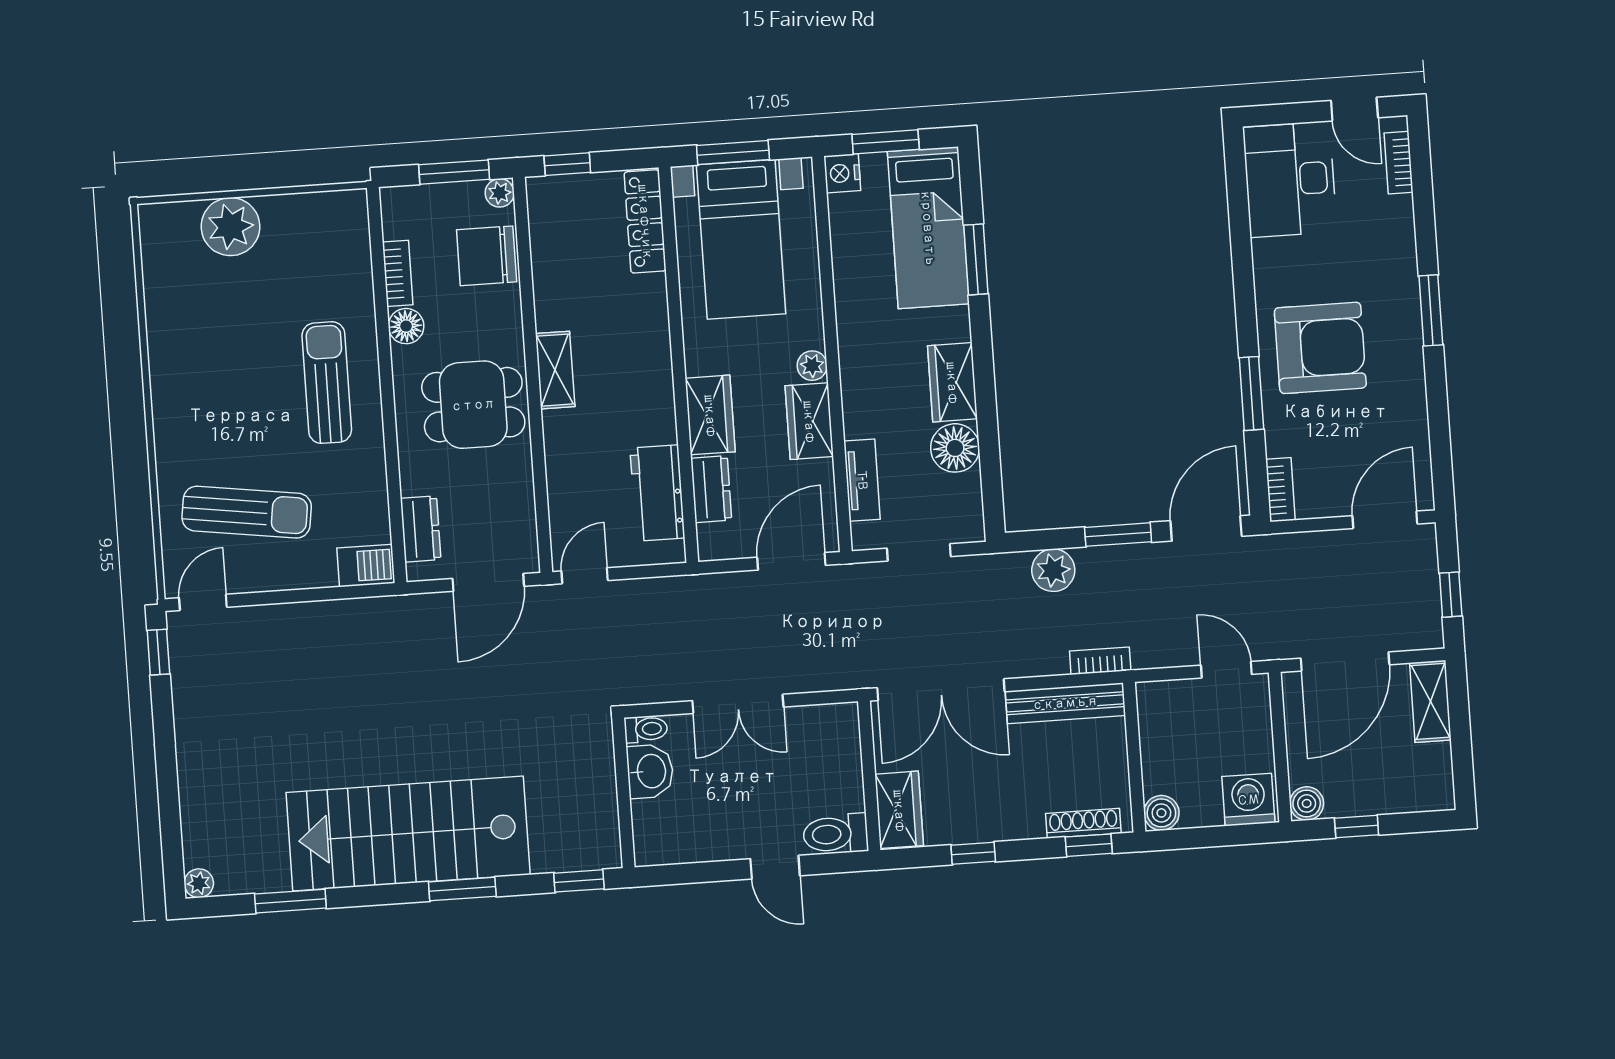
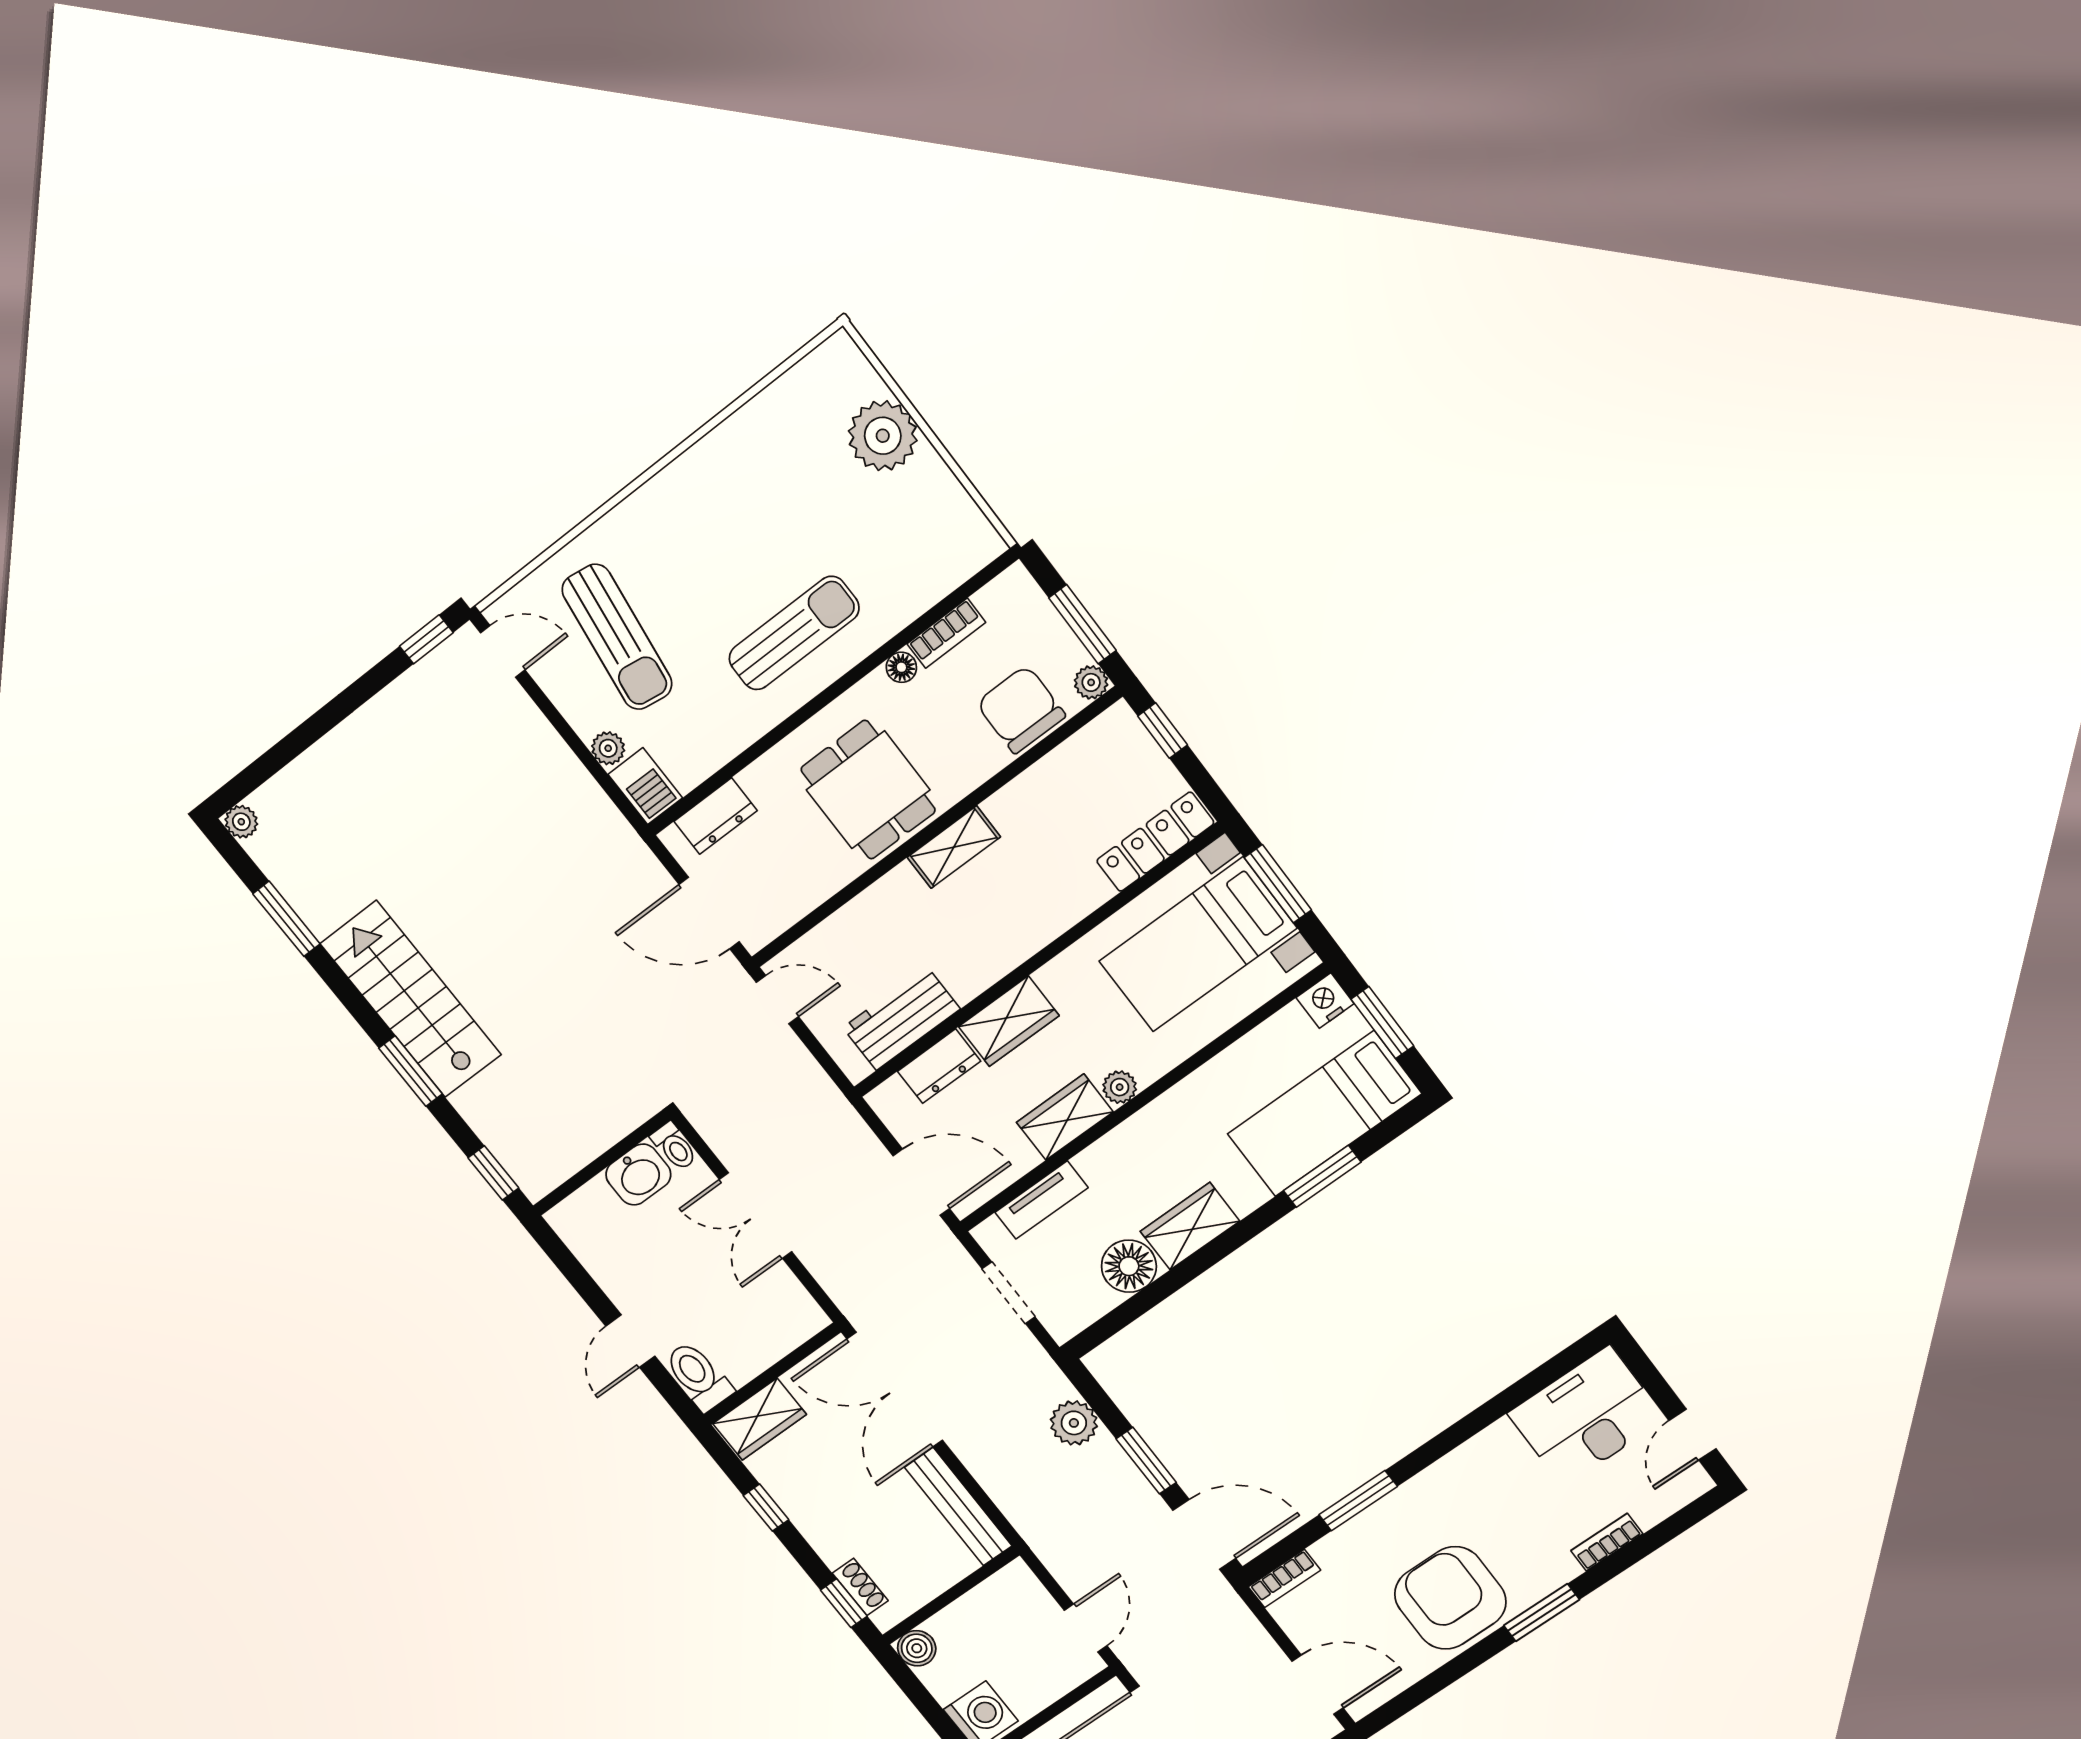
bookcase: (1399, 163) -> (1607, 1542), moved
floor lamp: (406, 326) -> (901, 667), width x0.73, depth x0.73
armchair: (1320, 348) -> (1450, 1598), moved, turned 180
plant: (321, 574) -> (608, 748), added
bookcase: (1100, 661) -> (1018, 1514), removed
shoe rack: (1083, 823) -> (860, 1587), width x0.70
stairs: (408, 834) -> (411, 999), width x0.73, depth x0.66

